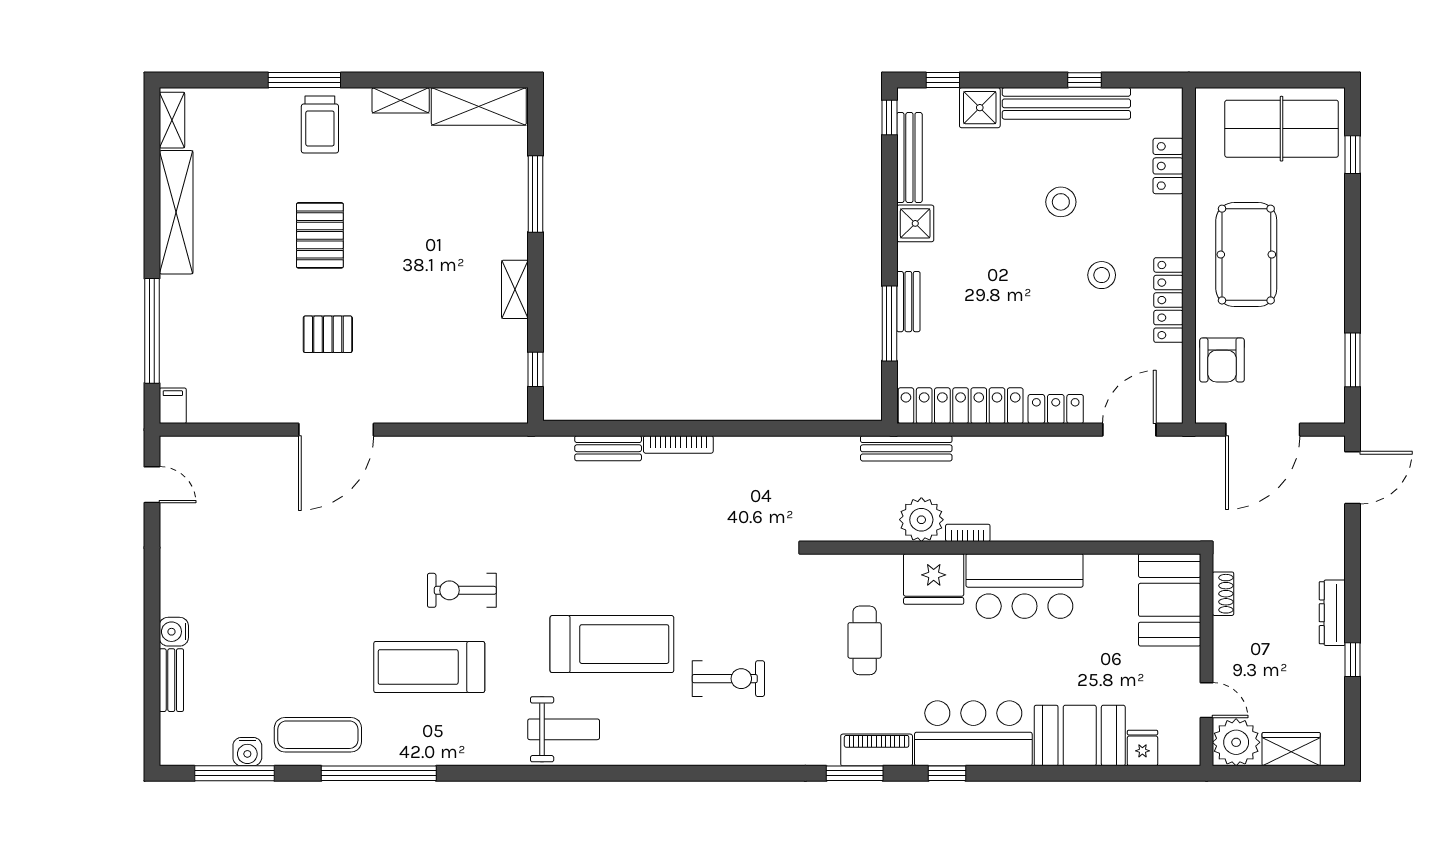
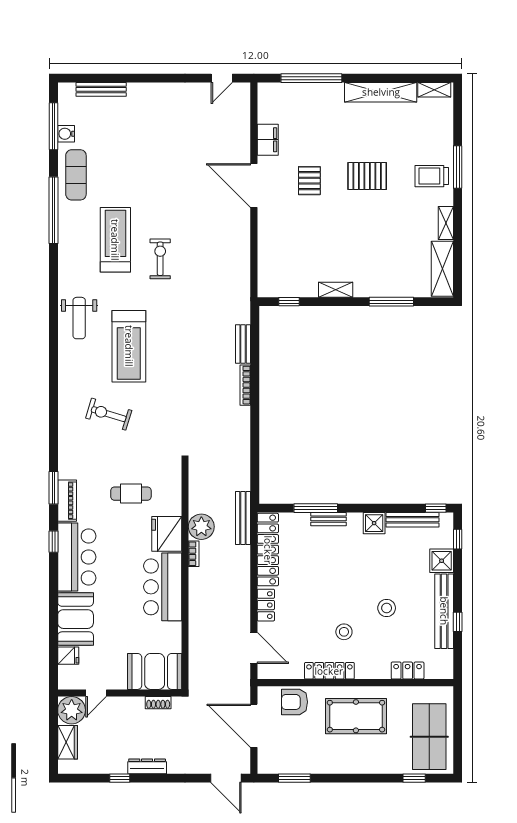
filing cabinet: (173, 406) -> (268, 140), moved, width x2.00
water cooler: (174, 632) -> (136, 91), removed
exercise bike: (728, 679) -> (109, 414), turned 107
bench: (171, 680) -> (101, 89), width x1.36

